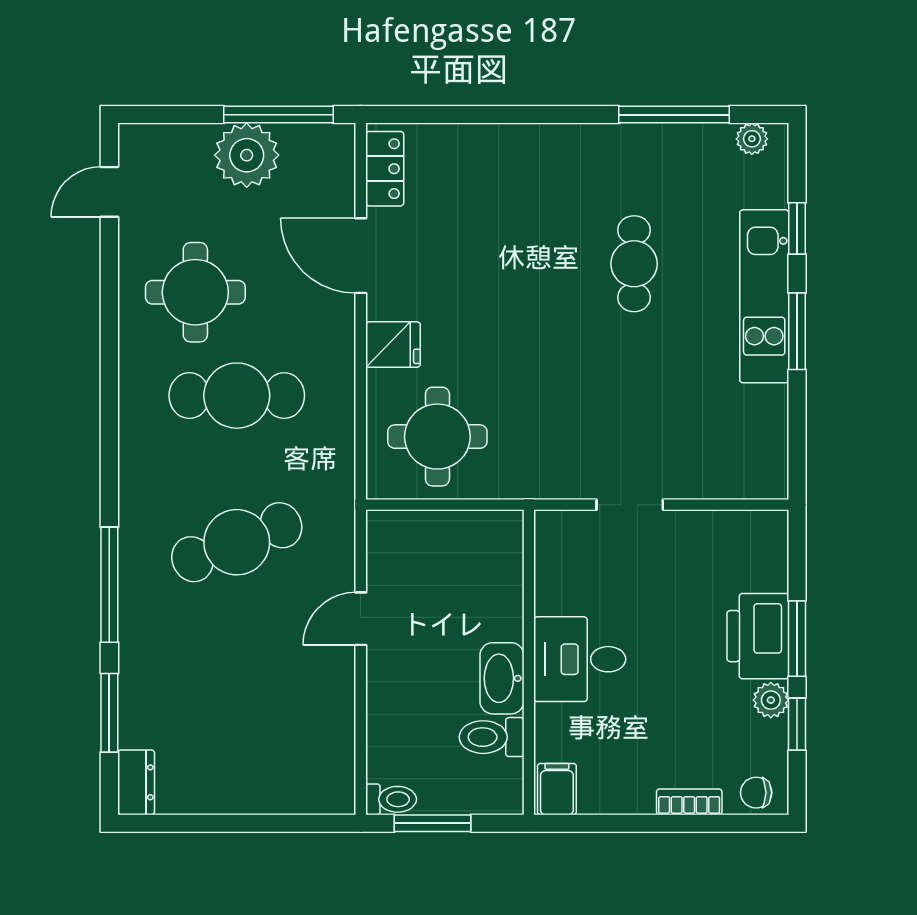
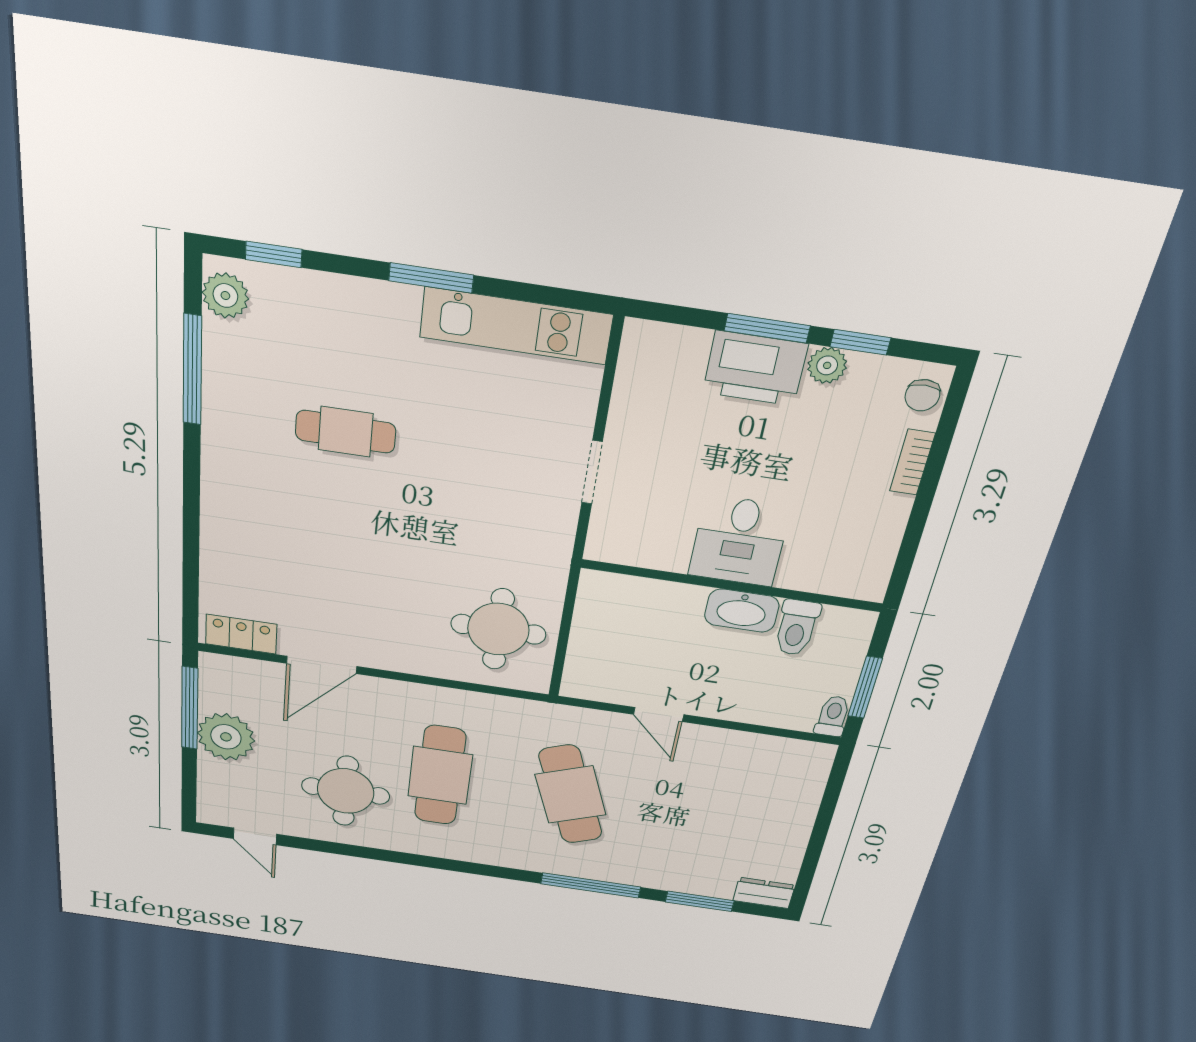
plant: (752, 139) -> (225, 296), width x1.38, depth x1.38
window: (797, 228) -> (274, 254), moved
kitchen unit: (764, 296) -> (516, 326), moved
fridge: (393, 344) -> (407, 652), removed
filing cabinet: (557, 789) -> (863, 580), removed

